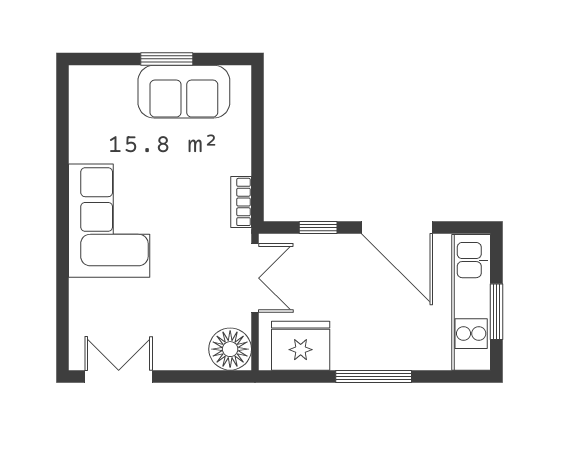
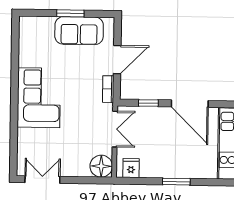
door: (257, 146) -> (117, 60), added
fridge: (301, 346) -> (131, 168), width x0.53, depth x0.75
window: (374, 376) -> (176, 182), width x0.69

